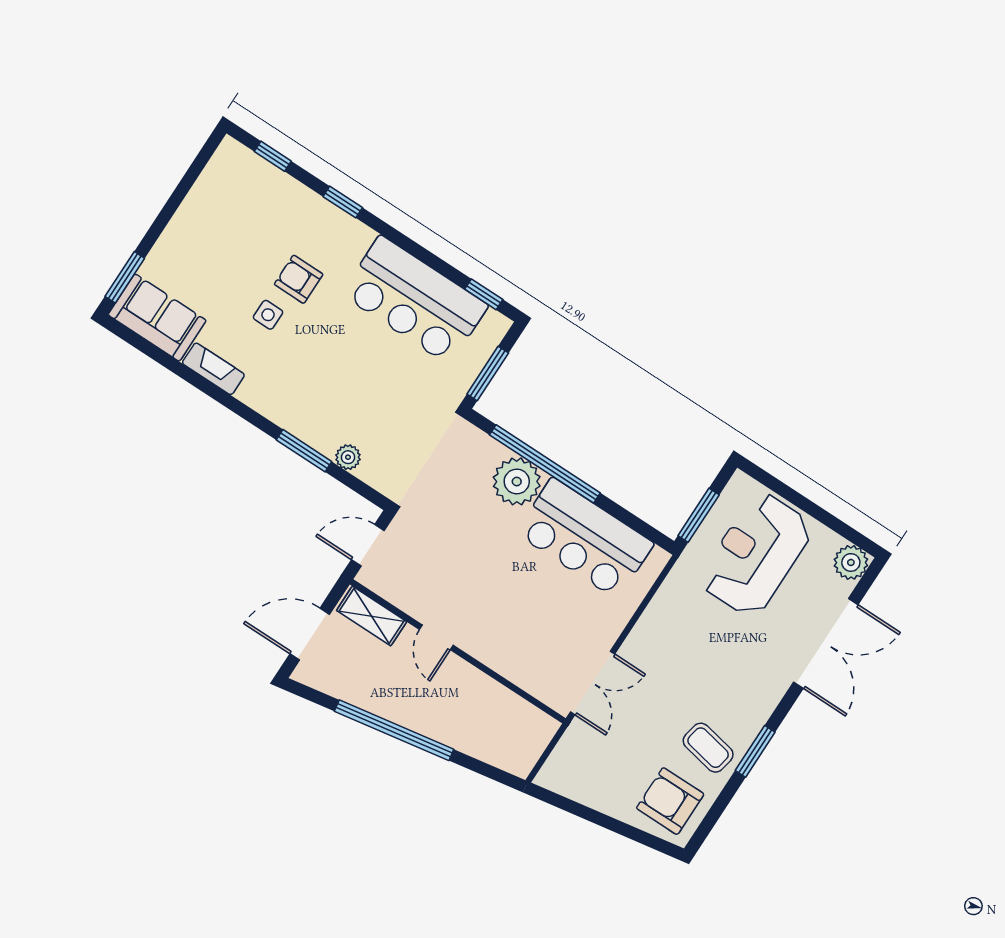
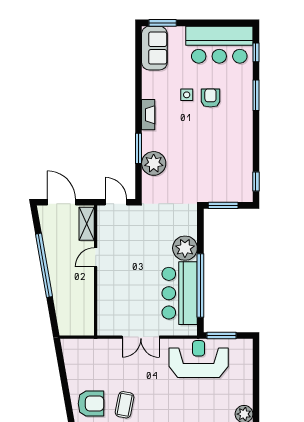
window: (343, 202) -> (256, 95), width x1.50
bar counter: (415, 300) -> (219, 45), moved, turned -90
fireplace: (213, 369) -> (148, 115), moved
plant: (348, 457) -> (154, 163), width x1.88, depth x1.88
window: (545, 464) -> (200, 285), moved
reception desk: (756, 554) -> (199, 359), moved
double door: (593, 683) -> (141, 337), moved
armchair: (670, 801) -> (91, 404), turned 90

